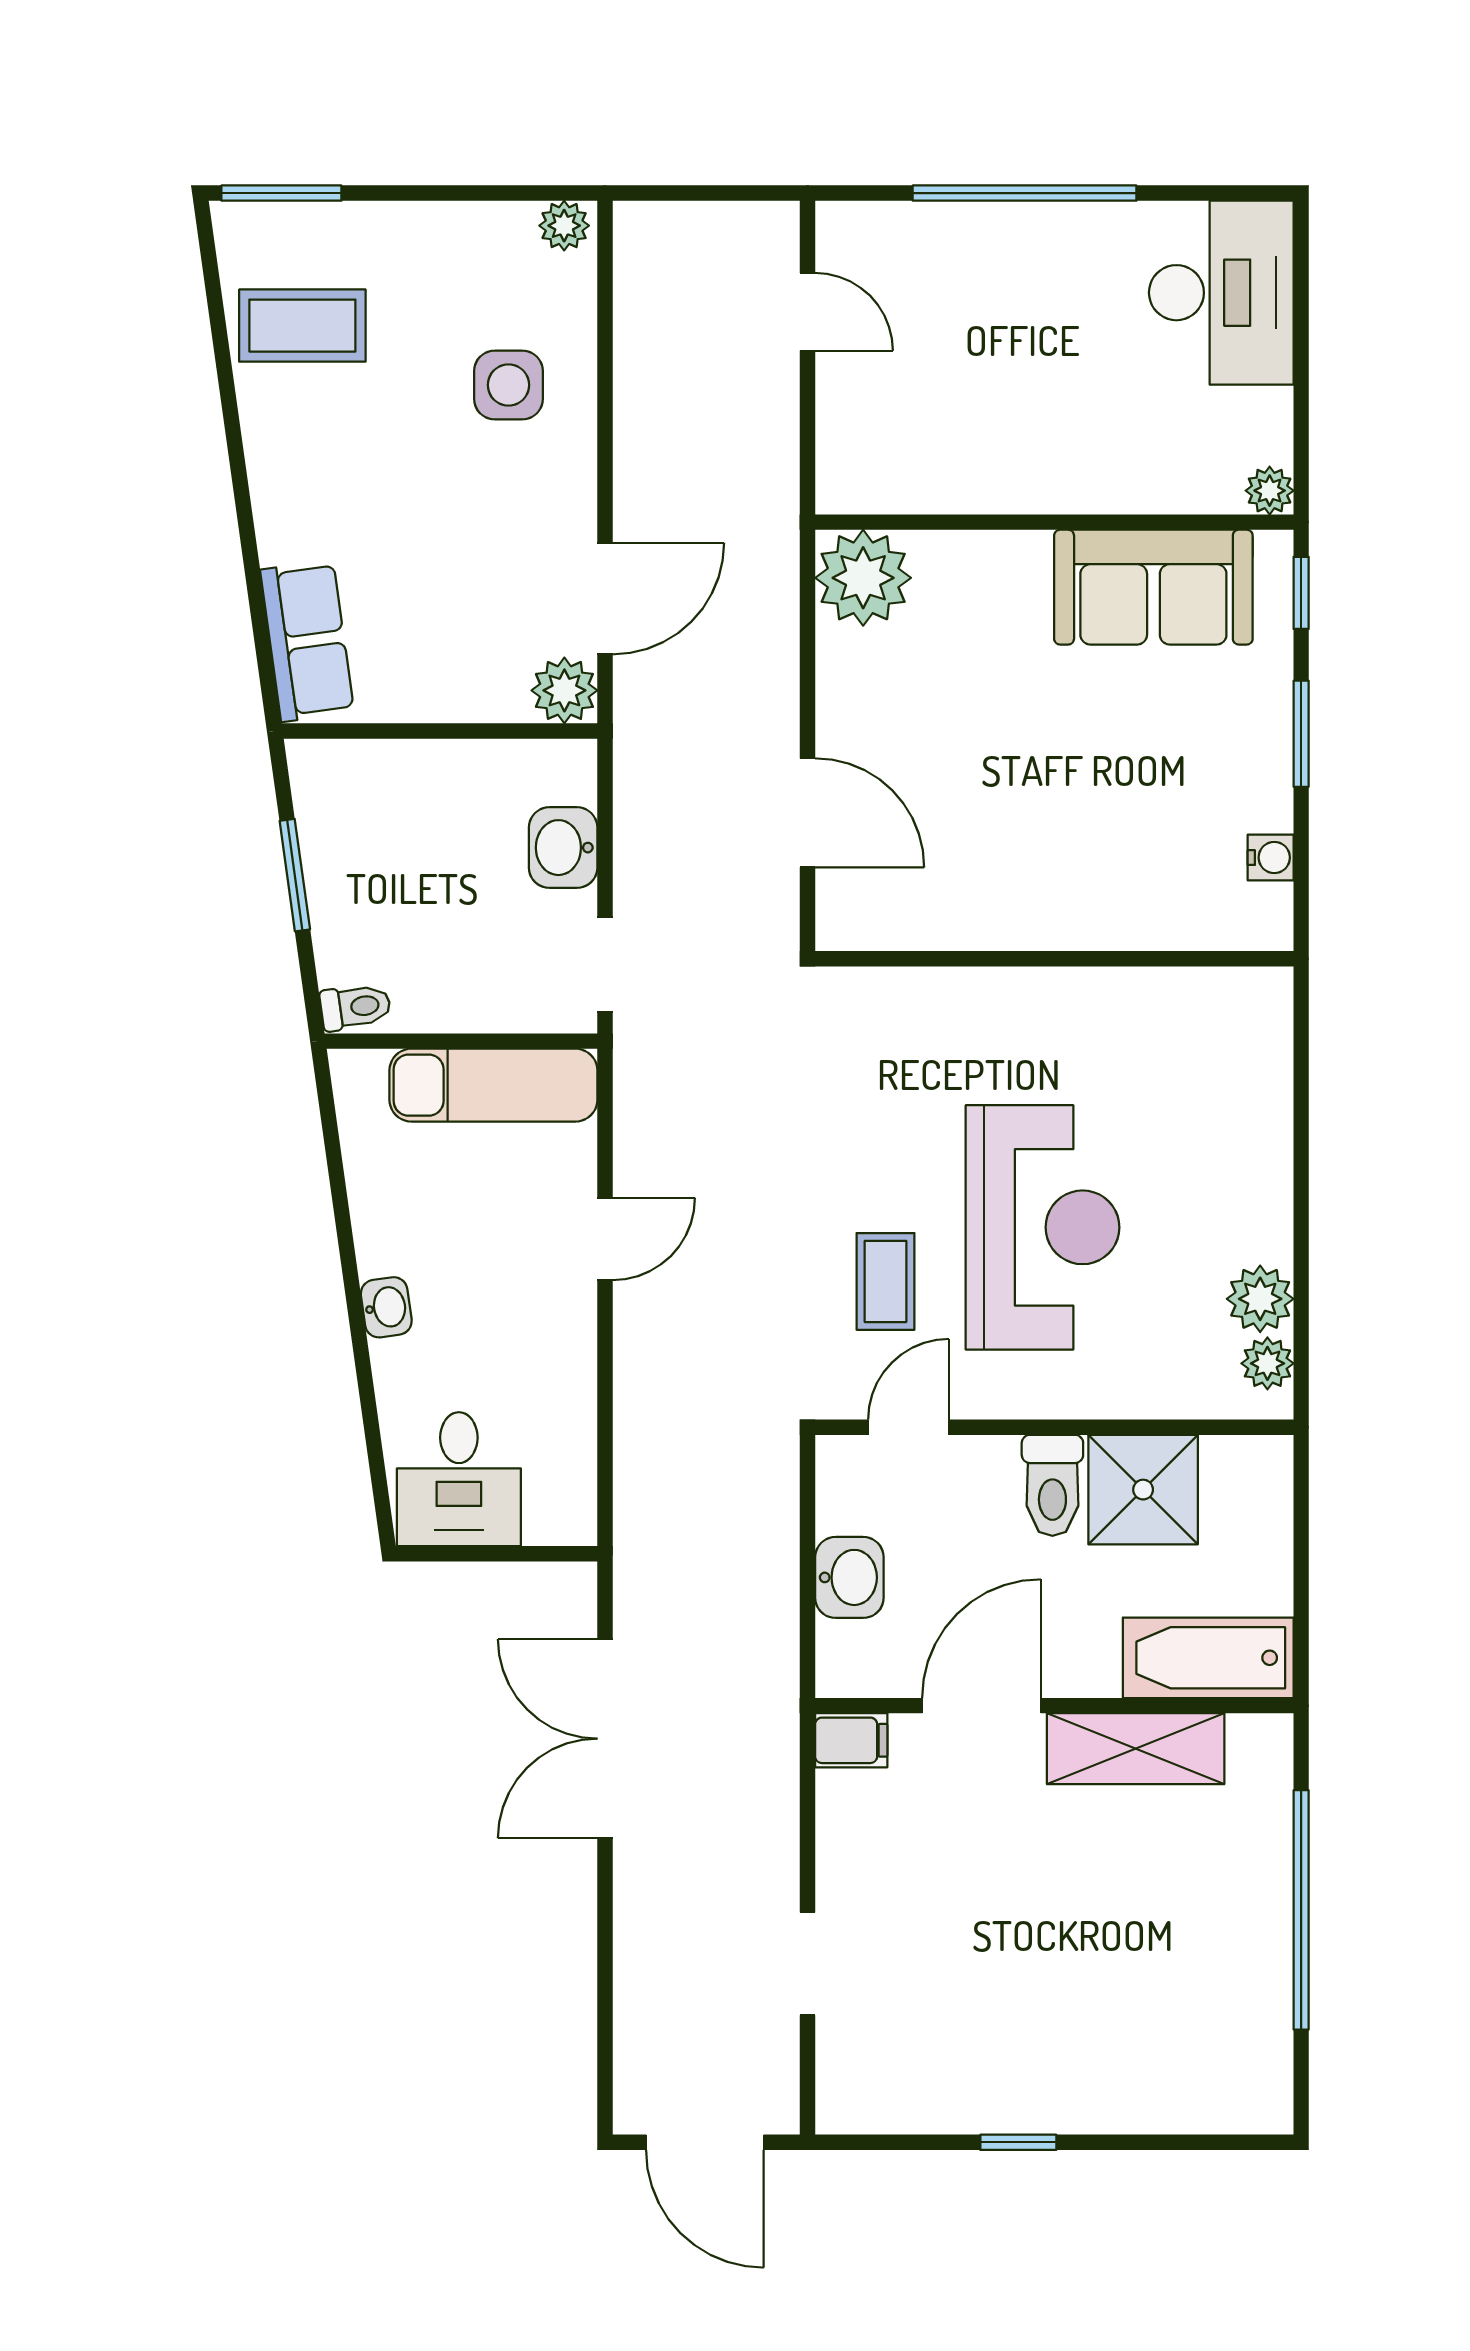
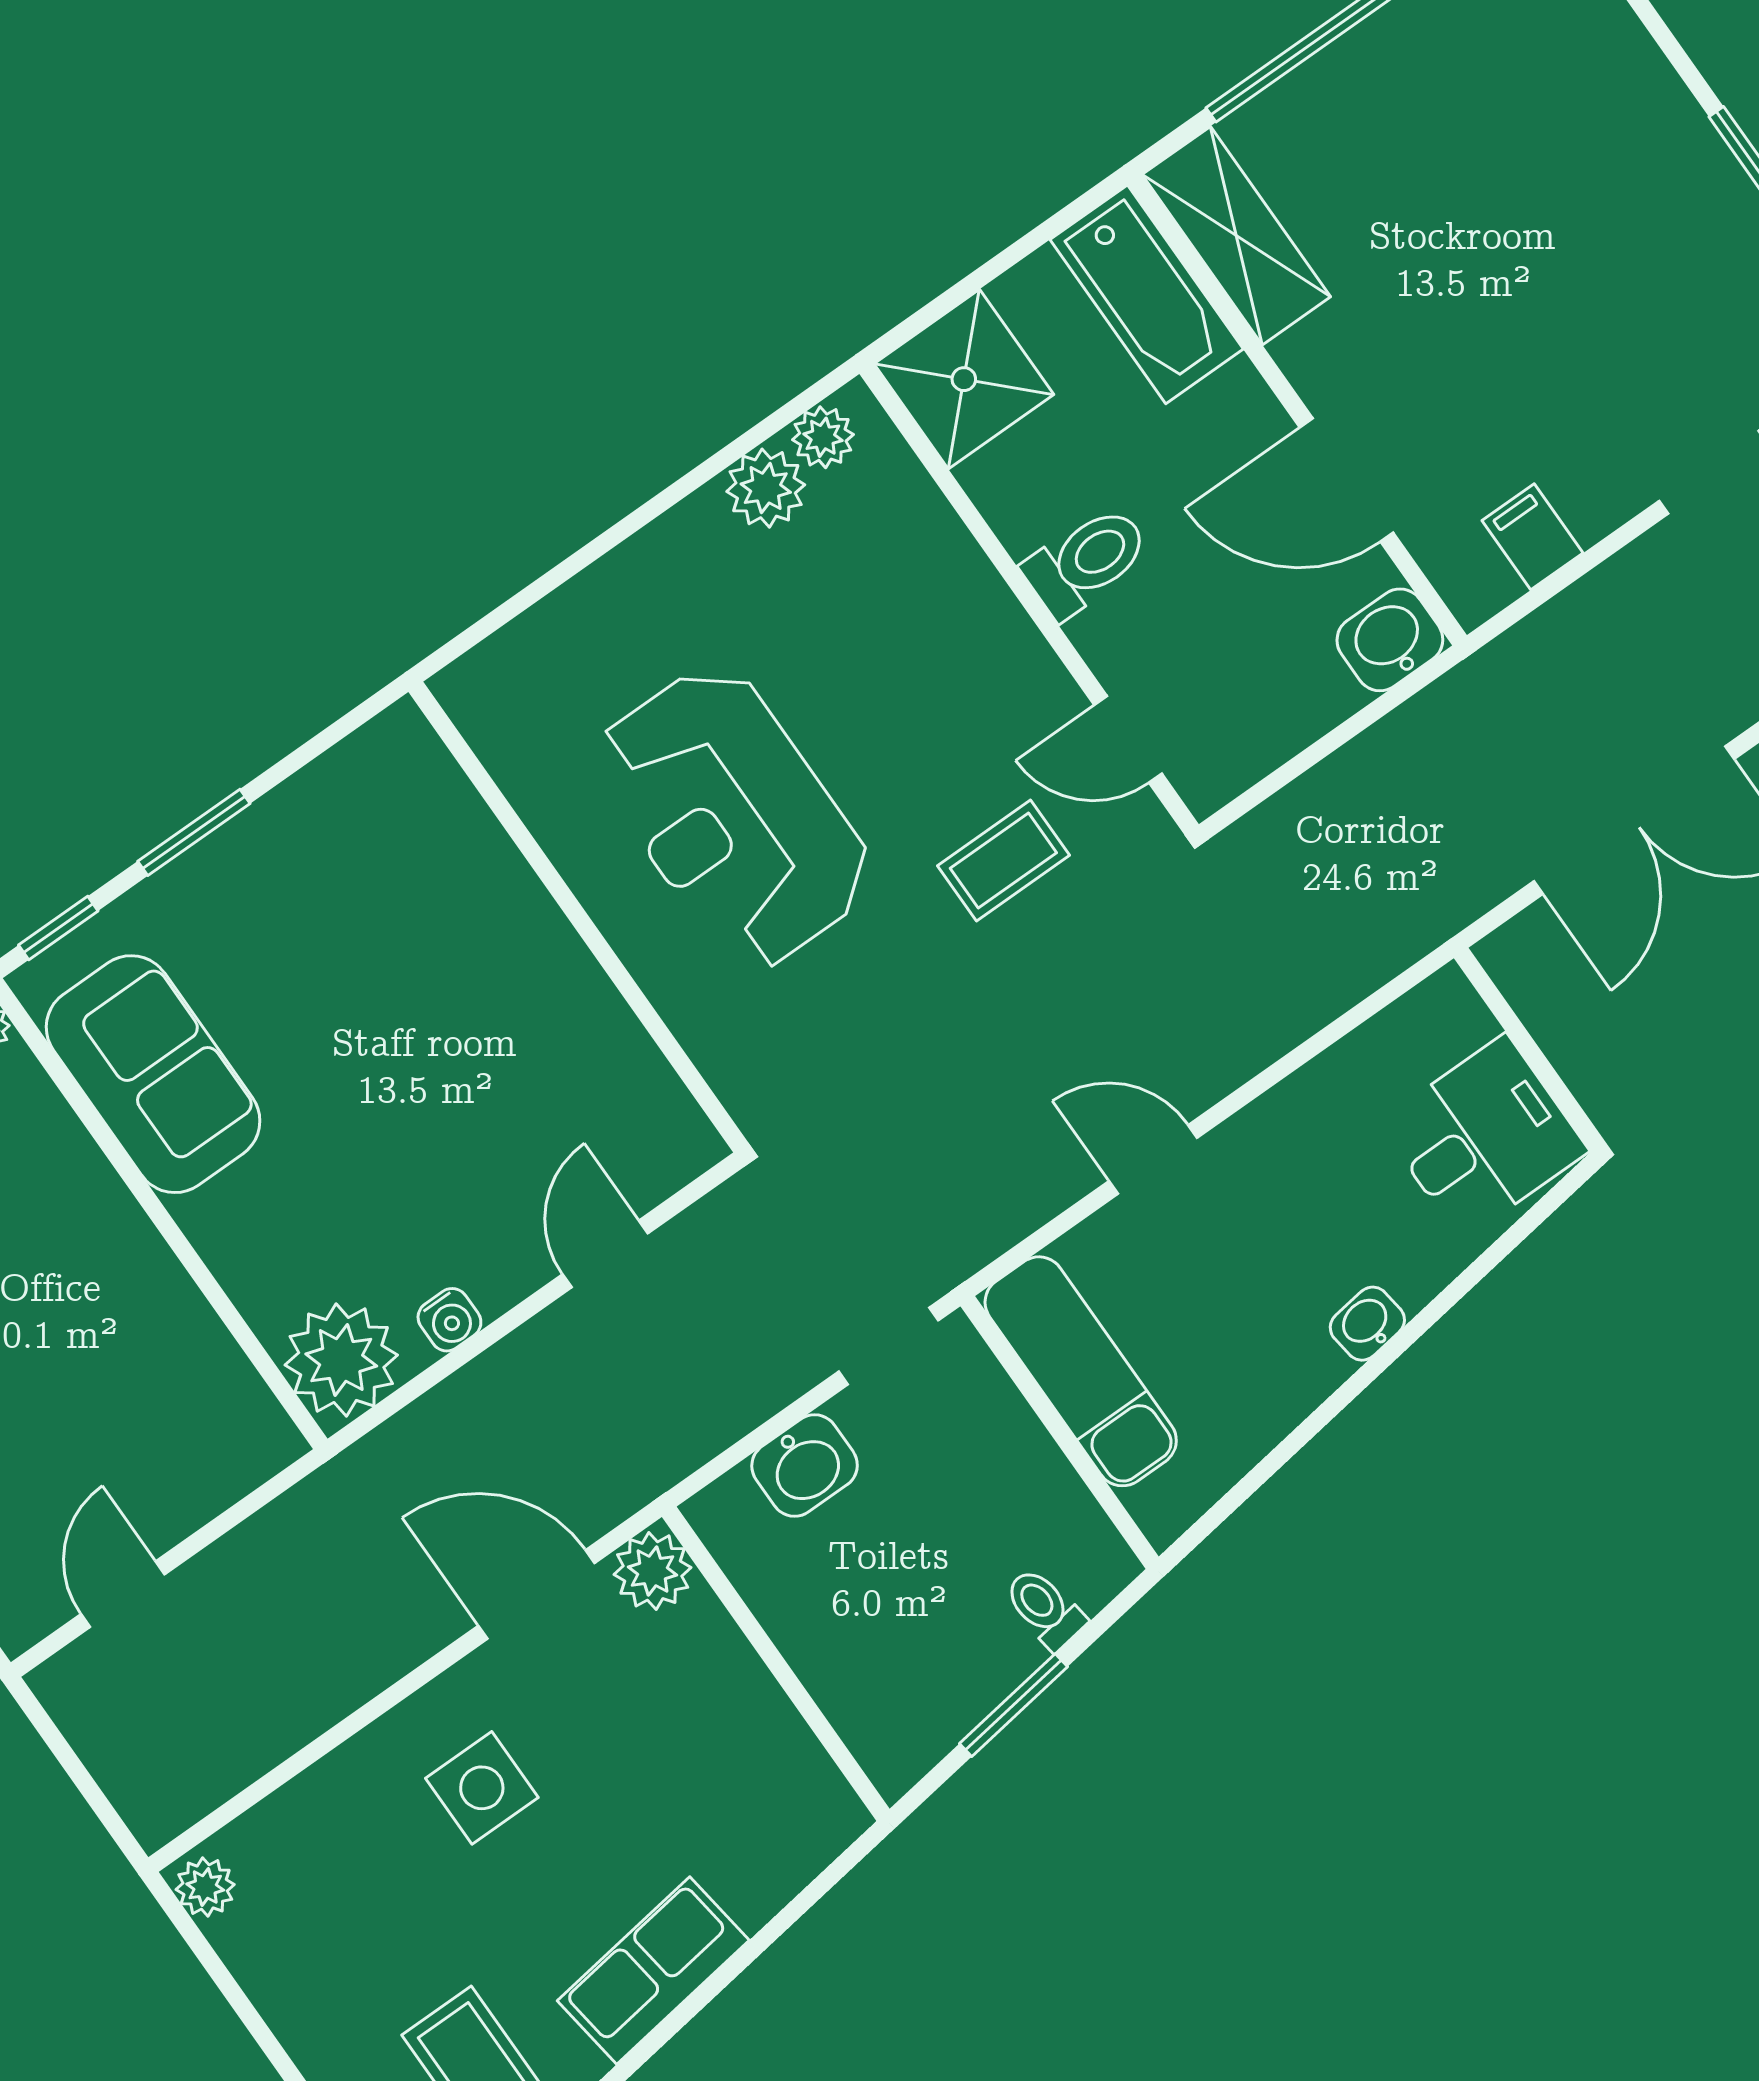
side table: (508, 385) -> (482, 1788), moved
row of seats: (307, 641) -> (653, 1971), moved
door: (808, 813) -> (605, 1254), width x0.73
water cooler: (1271, 858) -> (449, 1320), moved, turned 180
toilet: (355, 1007) -> (1045, 1608), moved
reception desk: (1043, 1227) -> (733, 818), moved, turned -90
shower: (1143, 1490) -> (964, 379), moved
washbasin: (849, 1577) -> (1390, 640), moved
filing cabinet: (851, 1740) -> (1532, 537), moved
shelving: (1136, 1749) -> (1236, 236), moved

